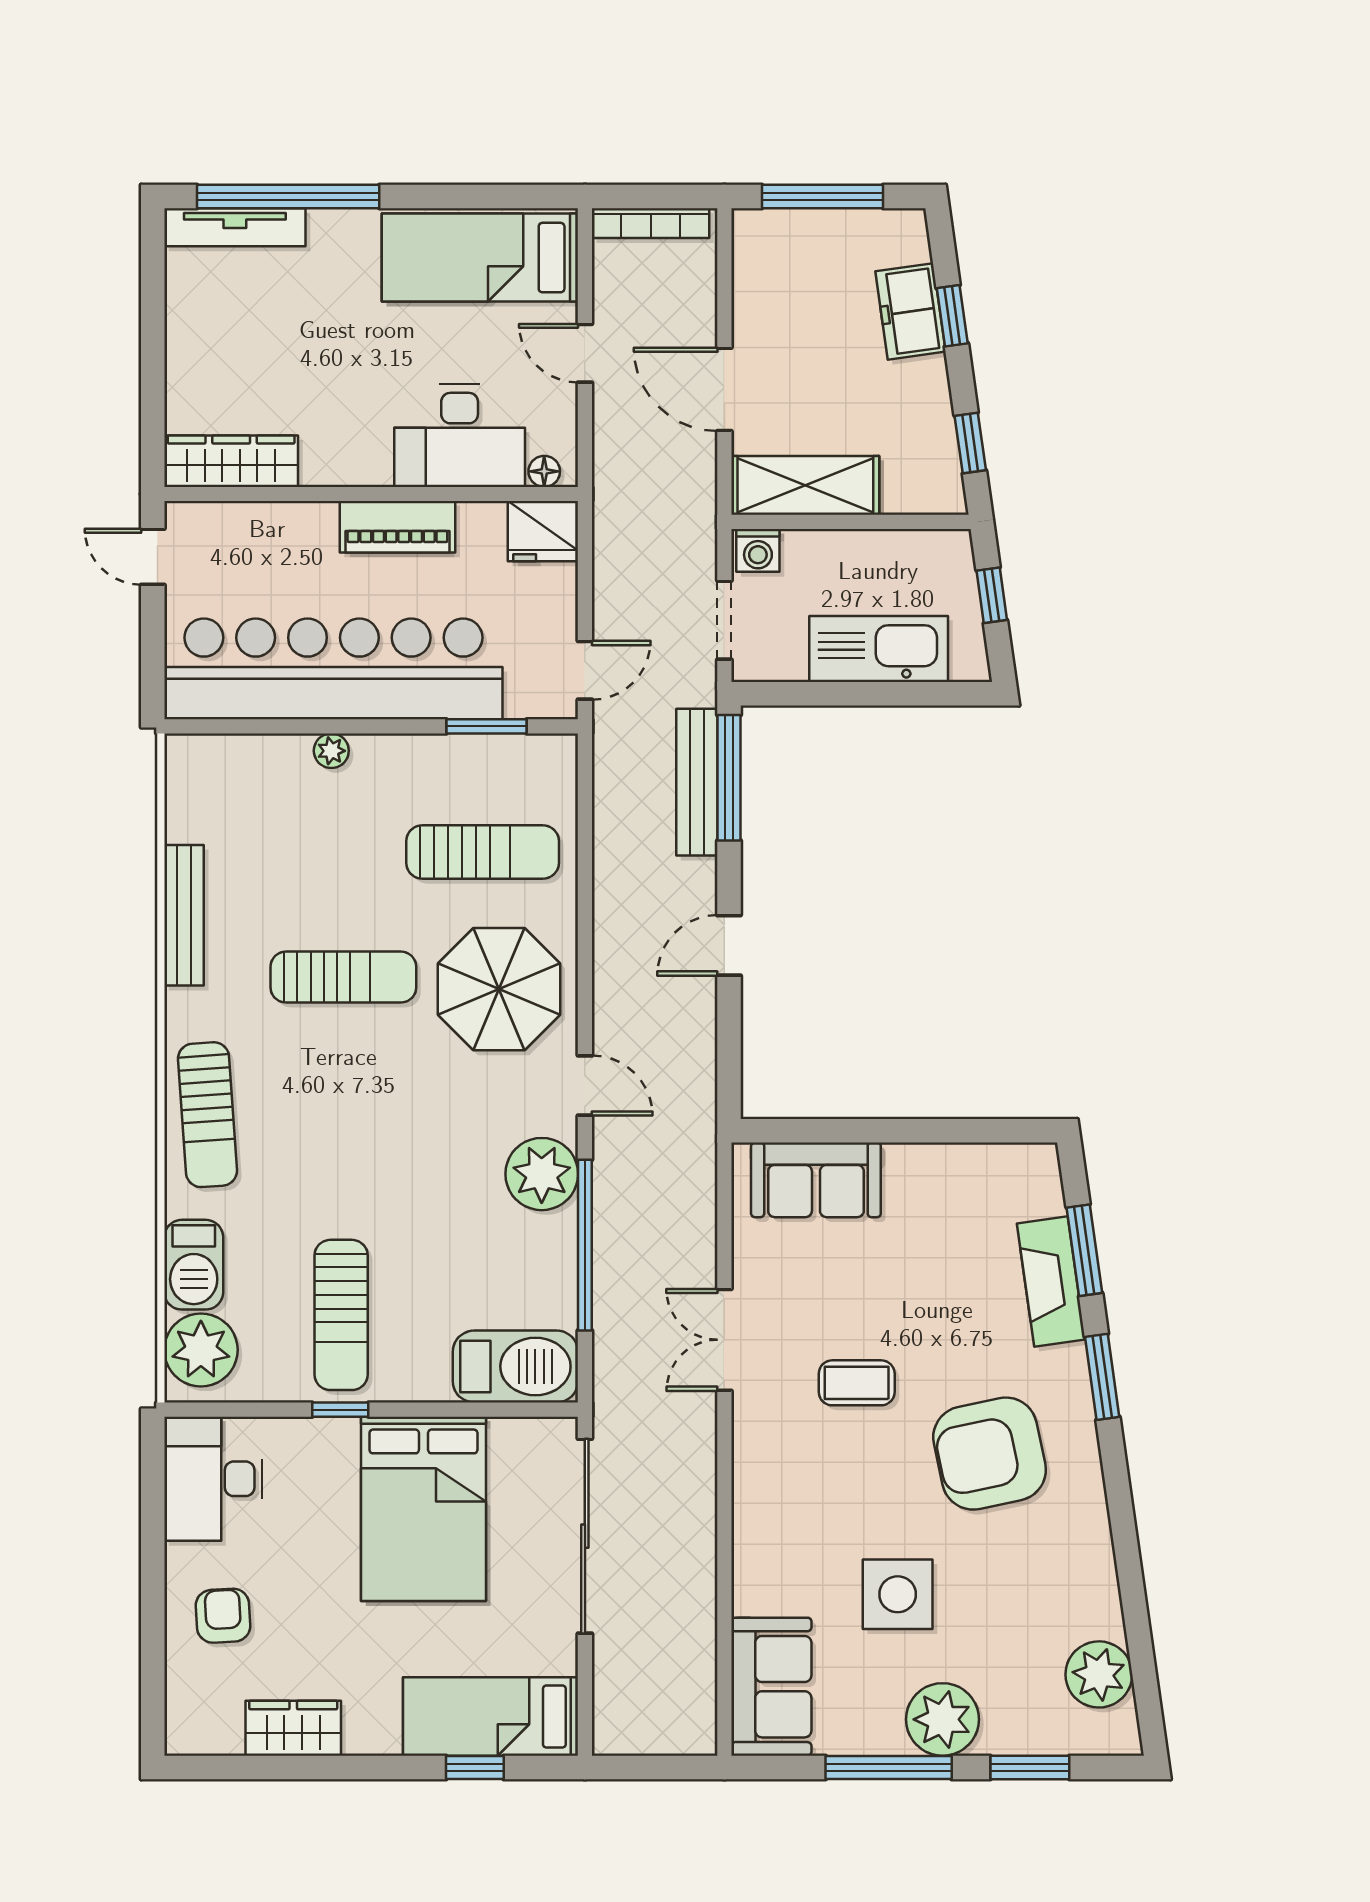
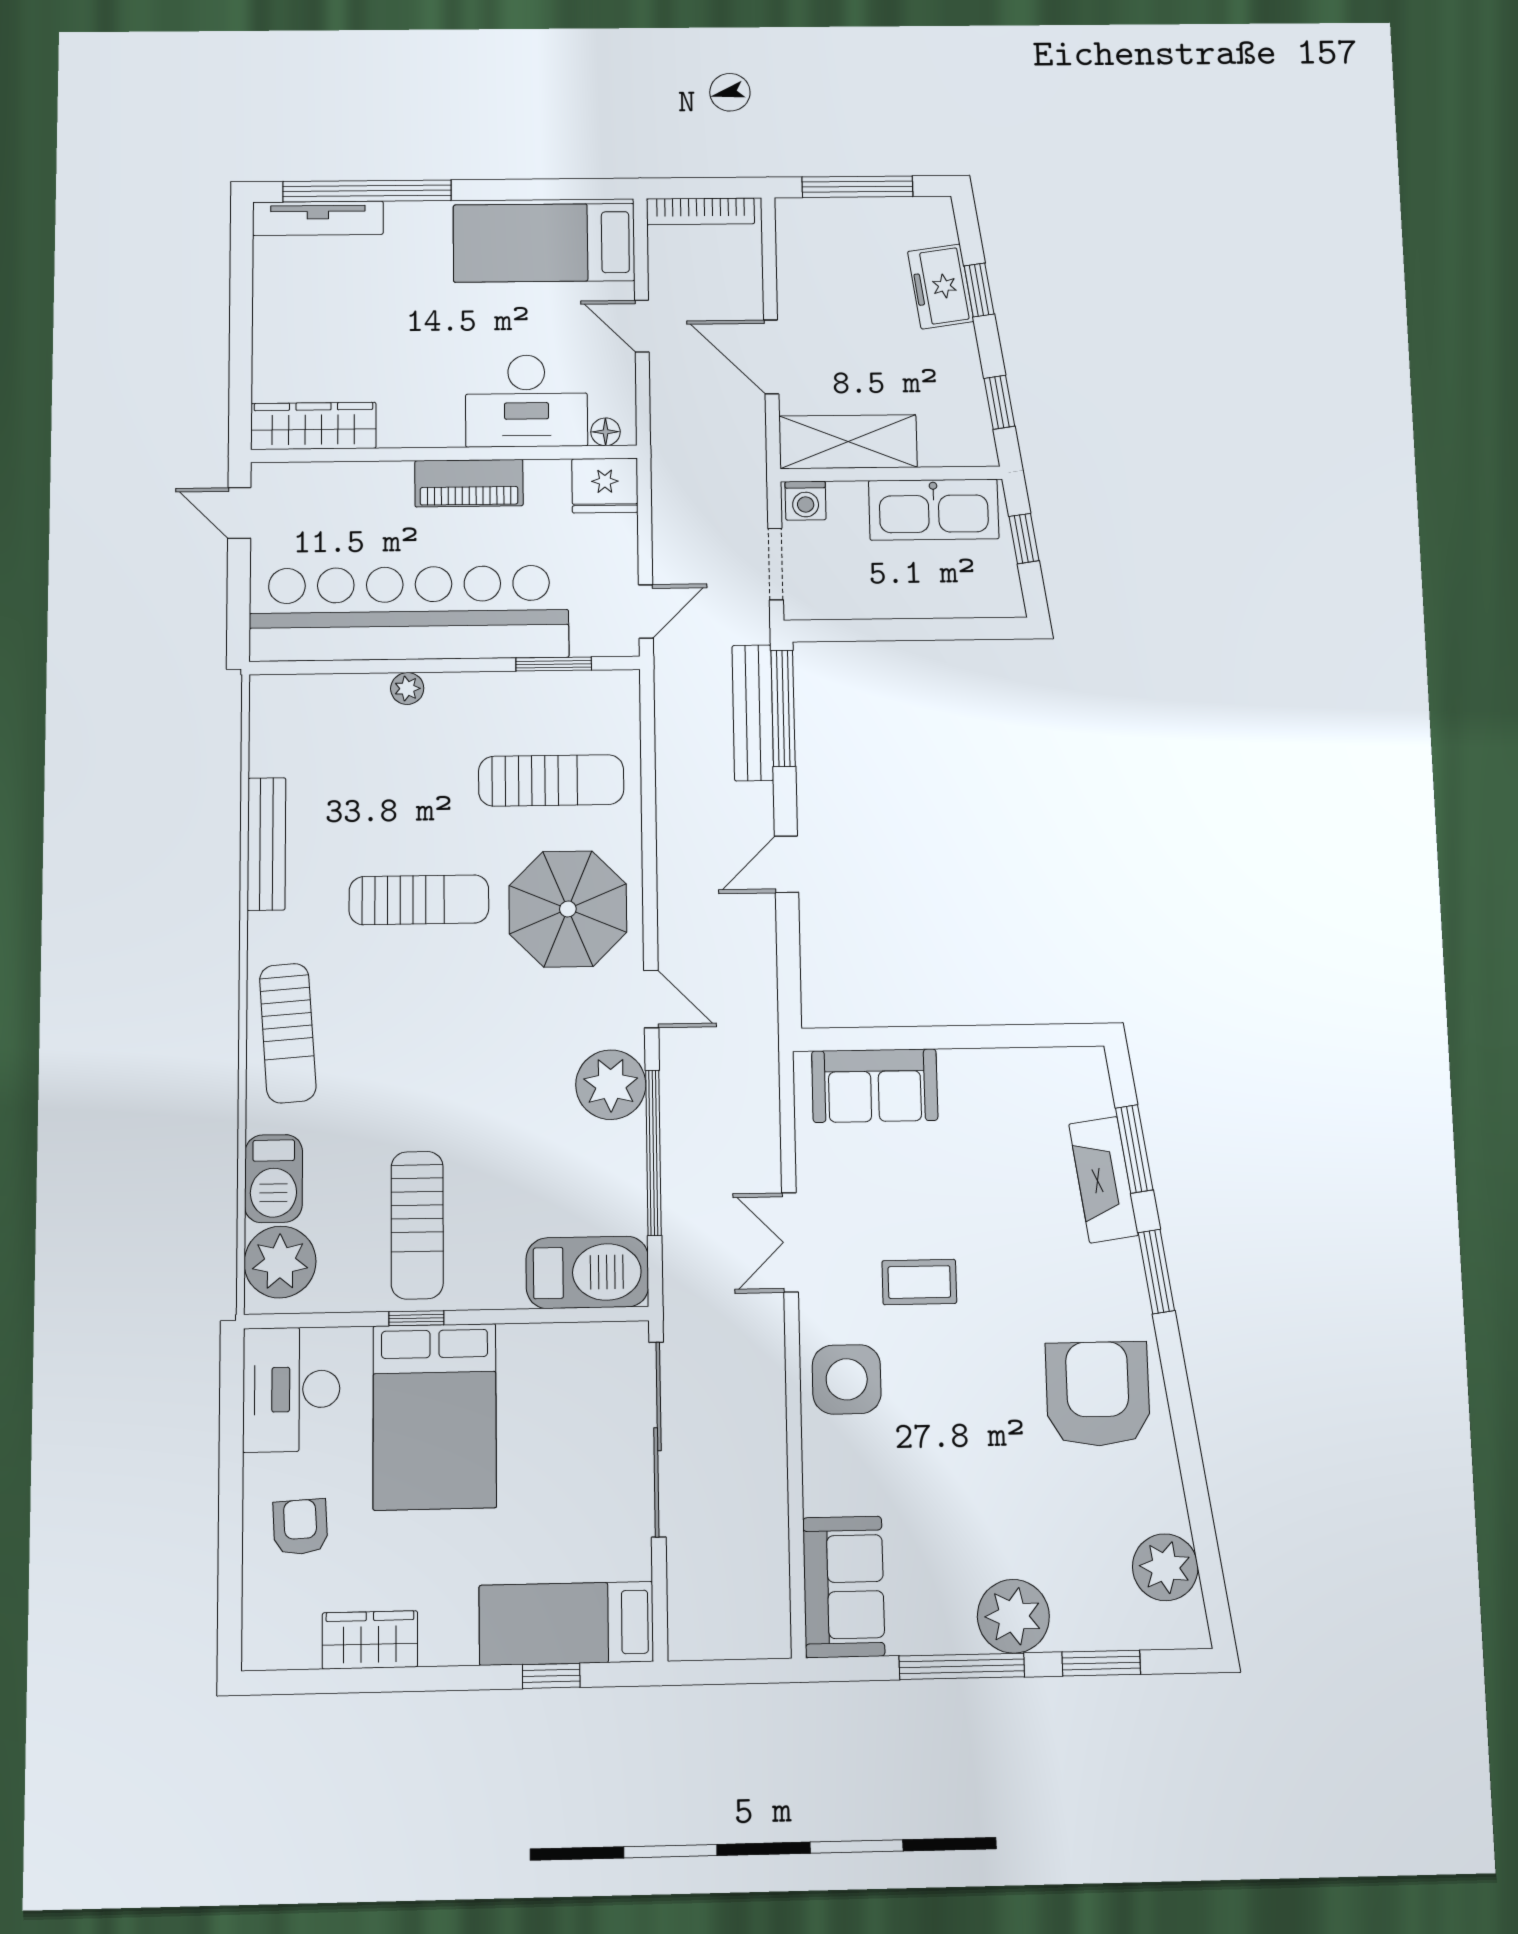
kitchen sink: (879, 649) -> (934, 510), moved, turned 180
armchair: (990, 1454) -> (1098, 1394), moved, turned 102
bed: (423, 1509) -> (435, 1417), moved
side table: (898, 1594) -> (847, 1379), moved

